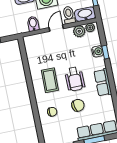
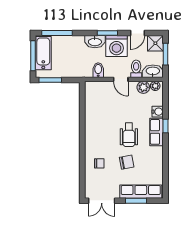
door: (56, 28) -> (121, 79), swing flipped
window: (105, 52) -> (166, 126), moved
coffee table: (50, 80) -> (103, 131), removed
row of seats: (103, 82) -> (157, 132), moved

